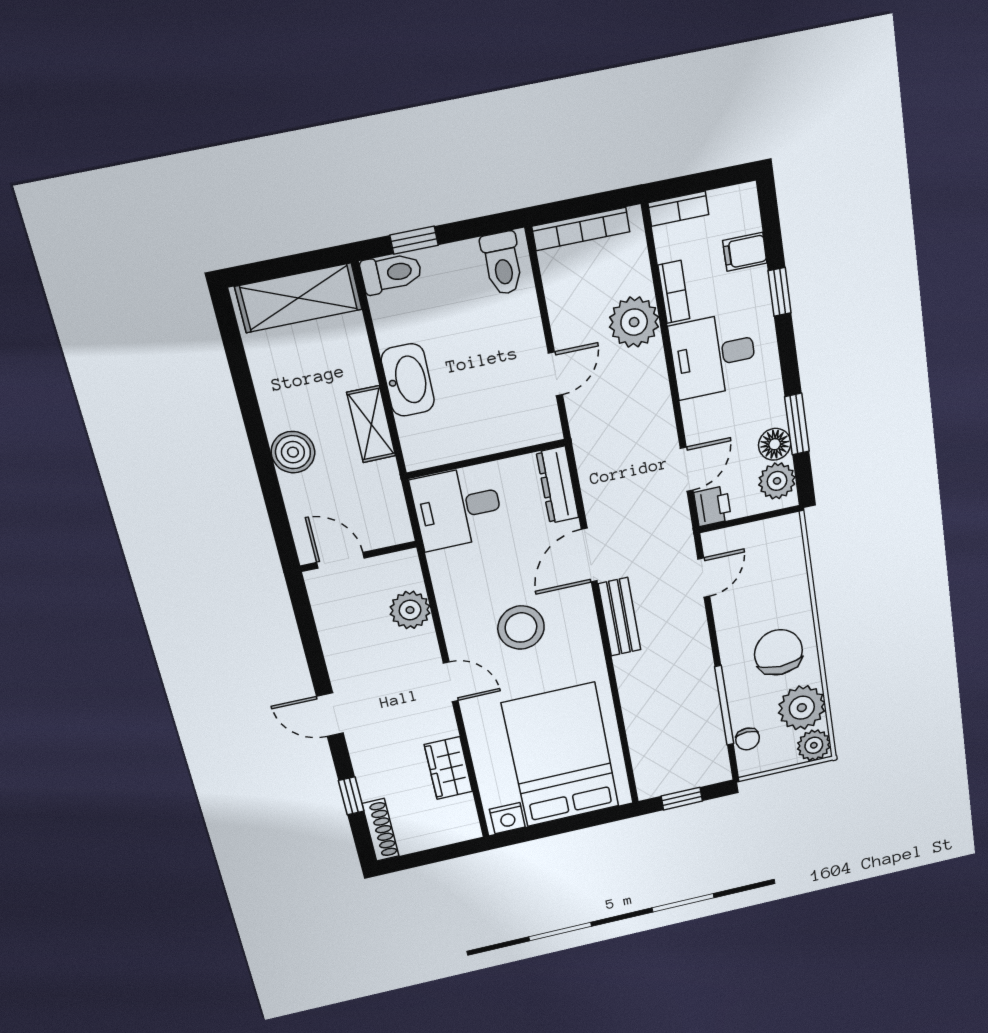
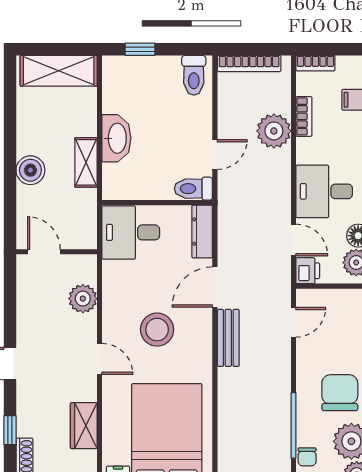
toilet: (391, 273) -> (193, 189), moved, turned 180
desk: (713, 355) -> (324, 191), moved
door: (687, 469) -> (293, 240), hinge flipped

